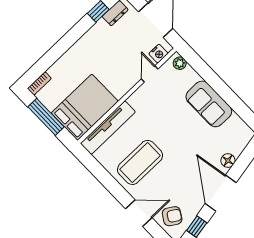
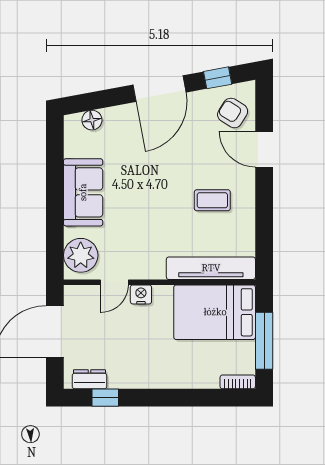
nightstand: (158, 54) -> (141, 294), moved
plant: (180, 63) -> (81, 255), width x1.88, depth x1.88
floor lamp: (228, 161) -> (92, 120), moved
coffee table: (140, 162) -> (212, 200), width x0.54, depth x0.58

